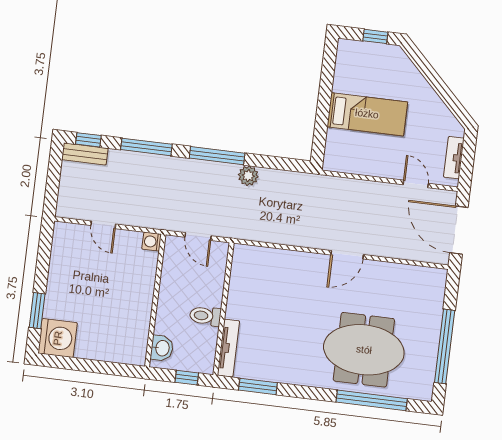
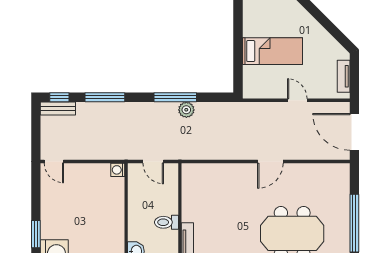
window: (217, 156) -> (175, 97), moved
door: (416, 184) -> (297, 100), moved
door: (103, 225) -> (54, 162), moved

